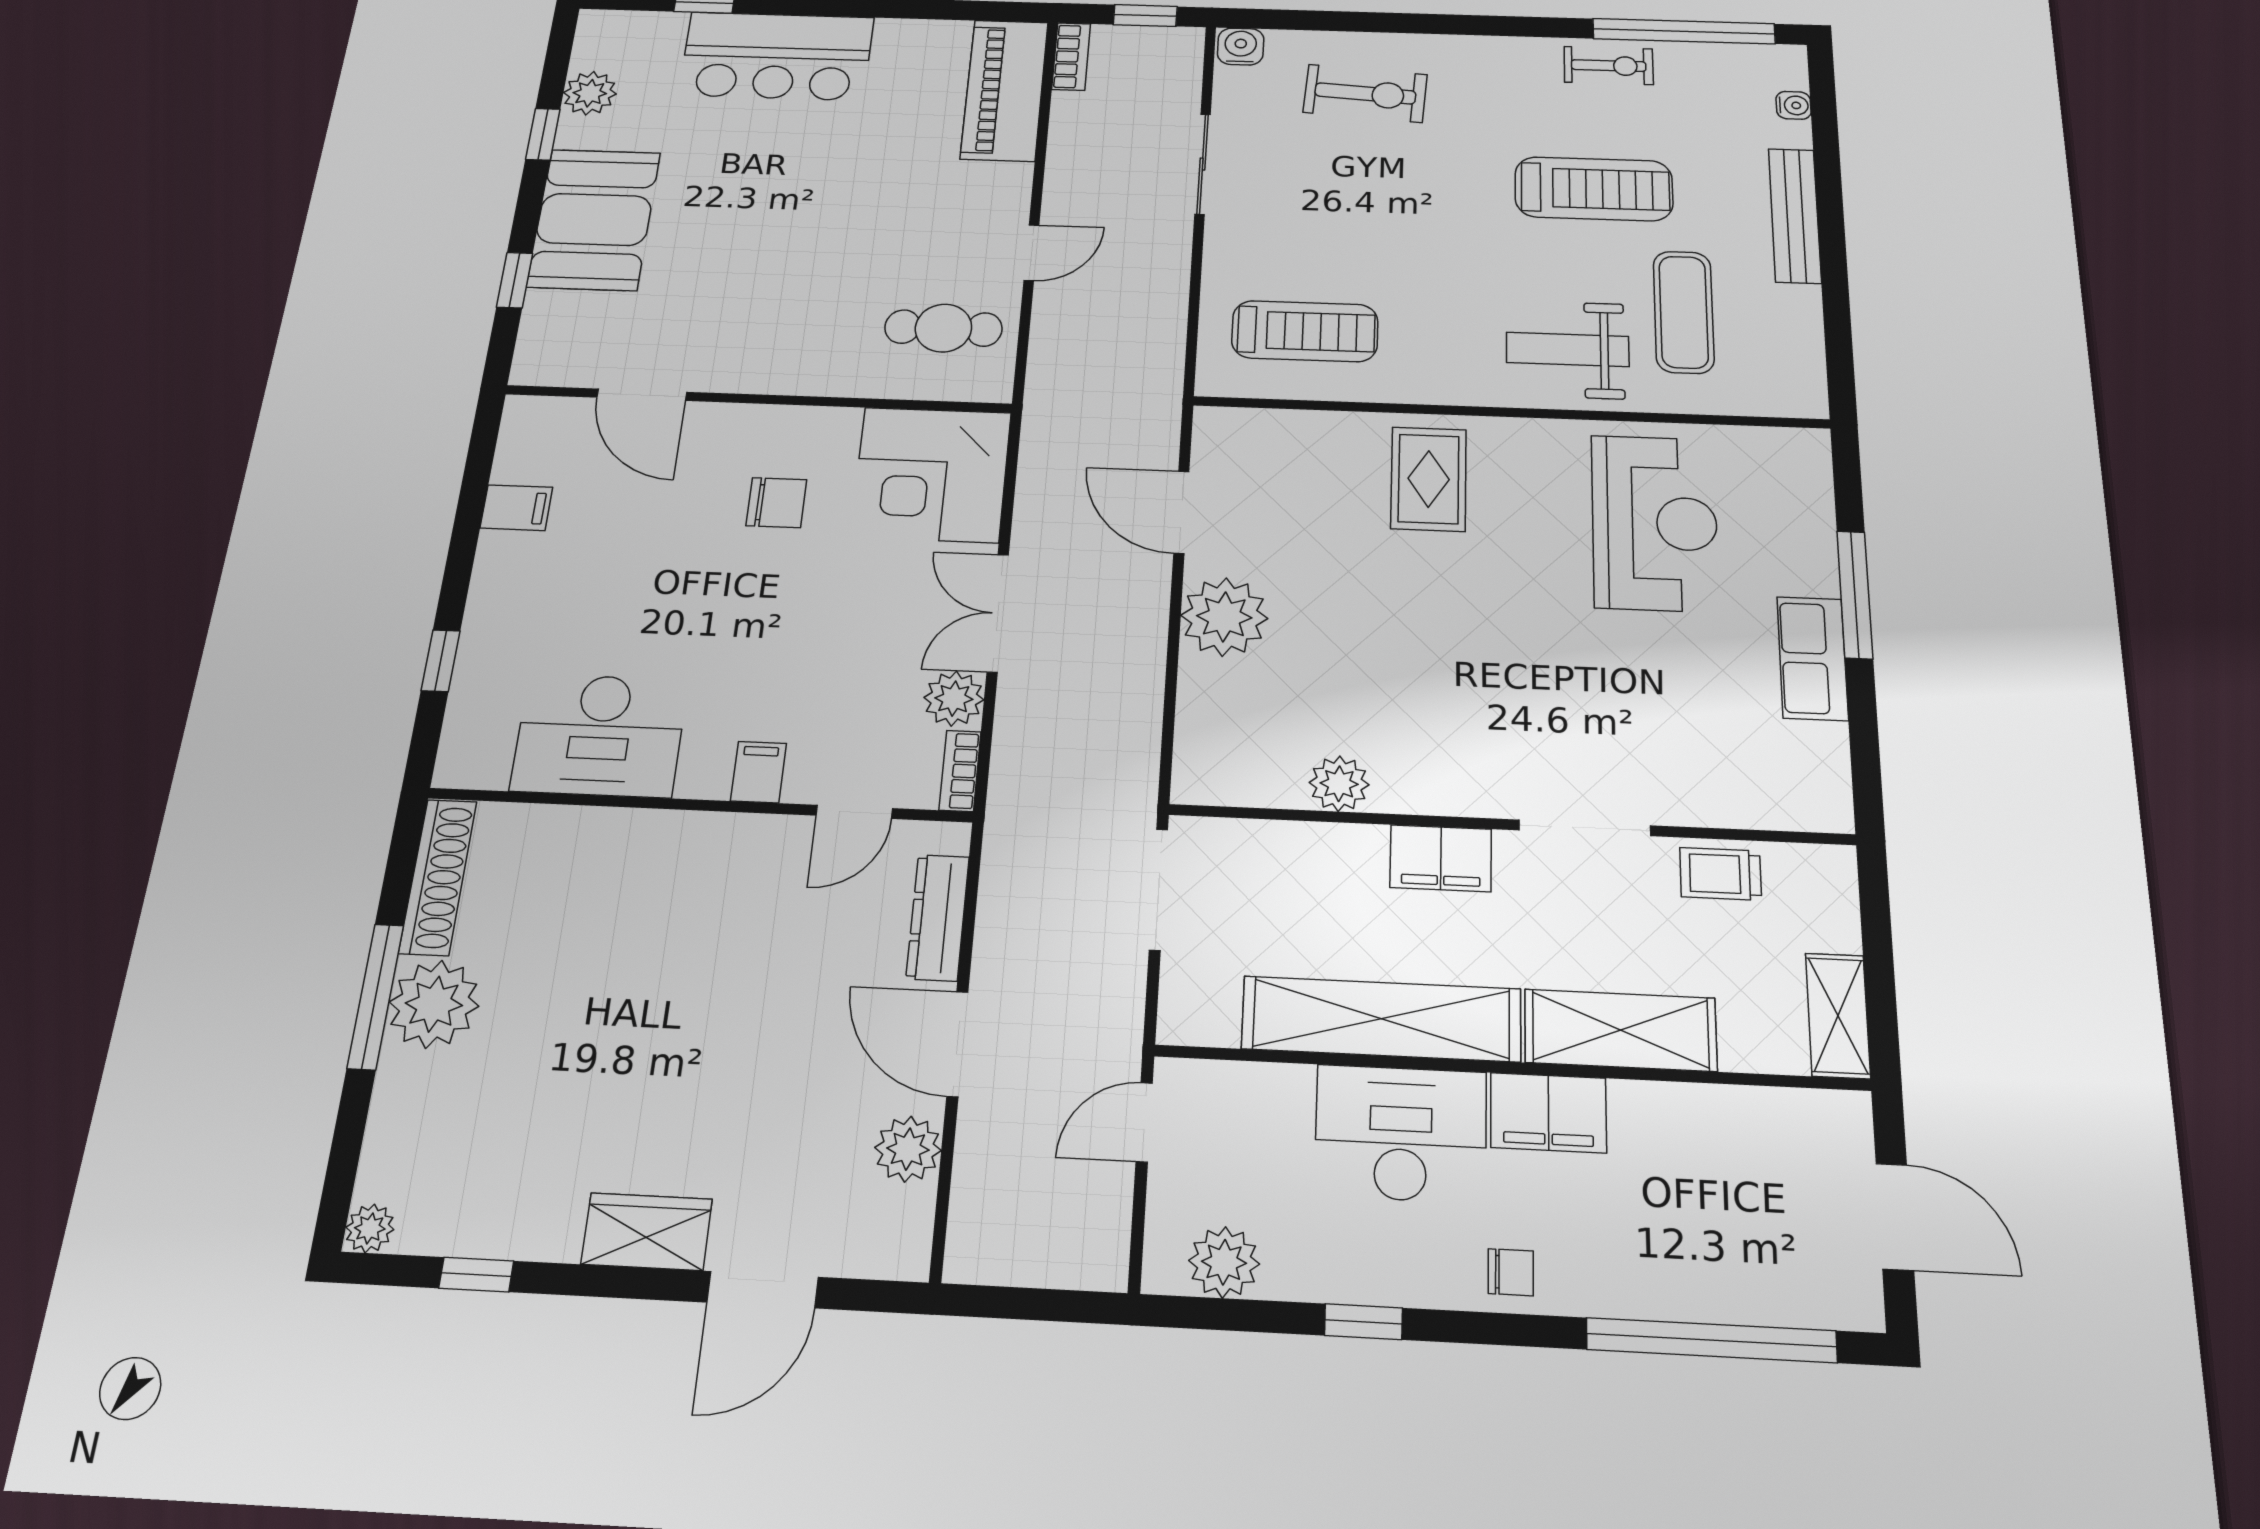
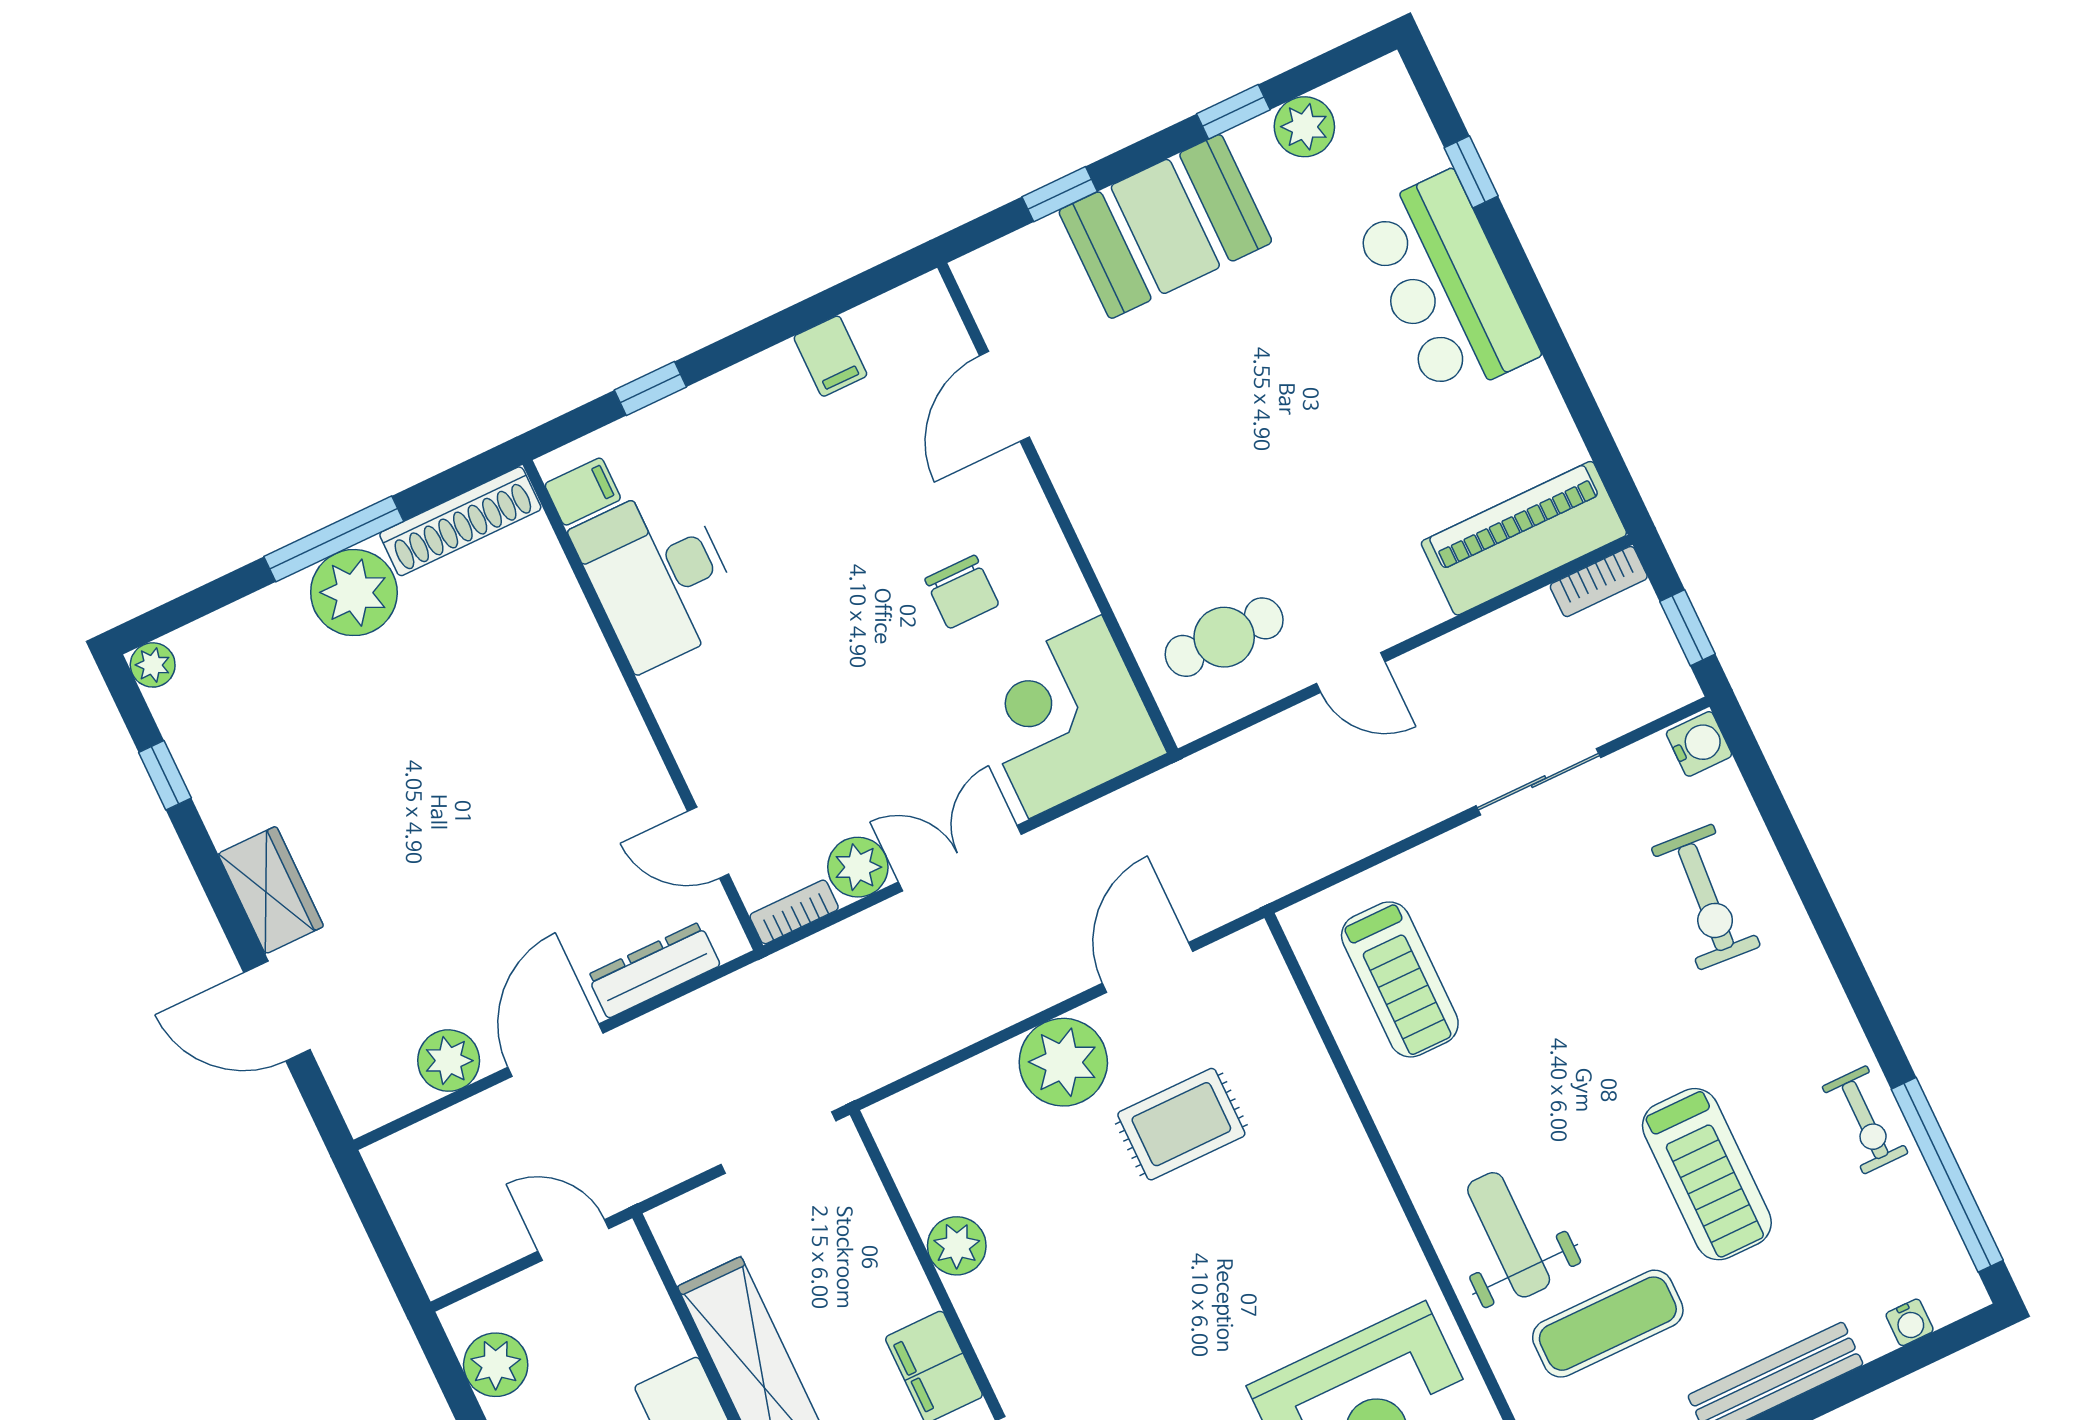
cafe table: (943, 328) -> (1224, 637), turned 90
rug: (1429, 479) -> (1181, 1124), moved
filing cabinet: (758, 772) -> (583, 492), moved

